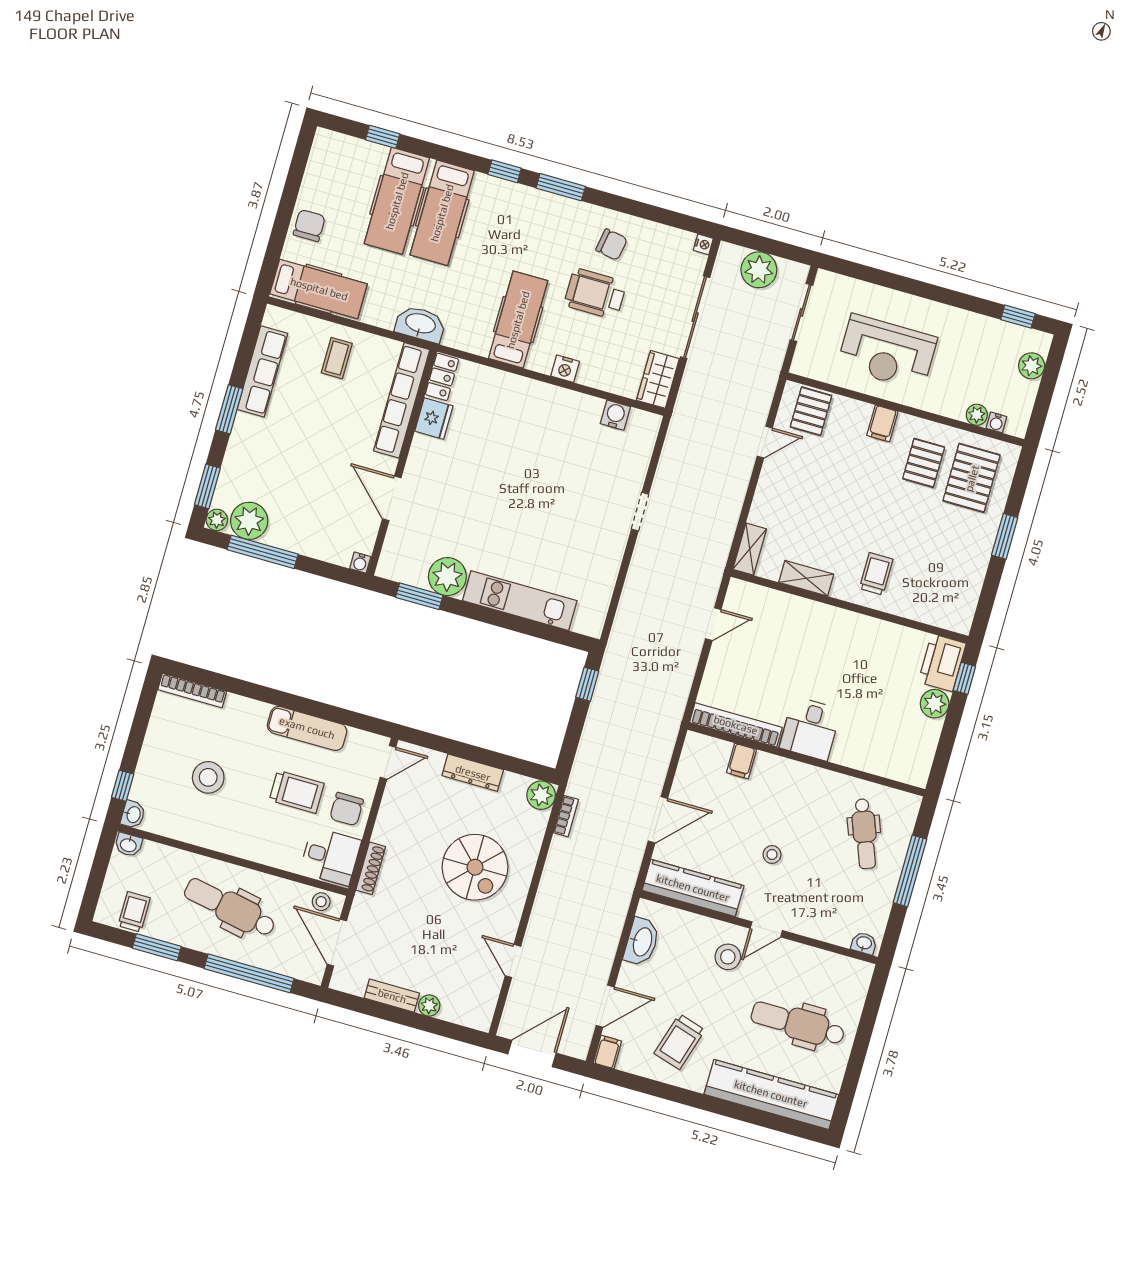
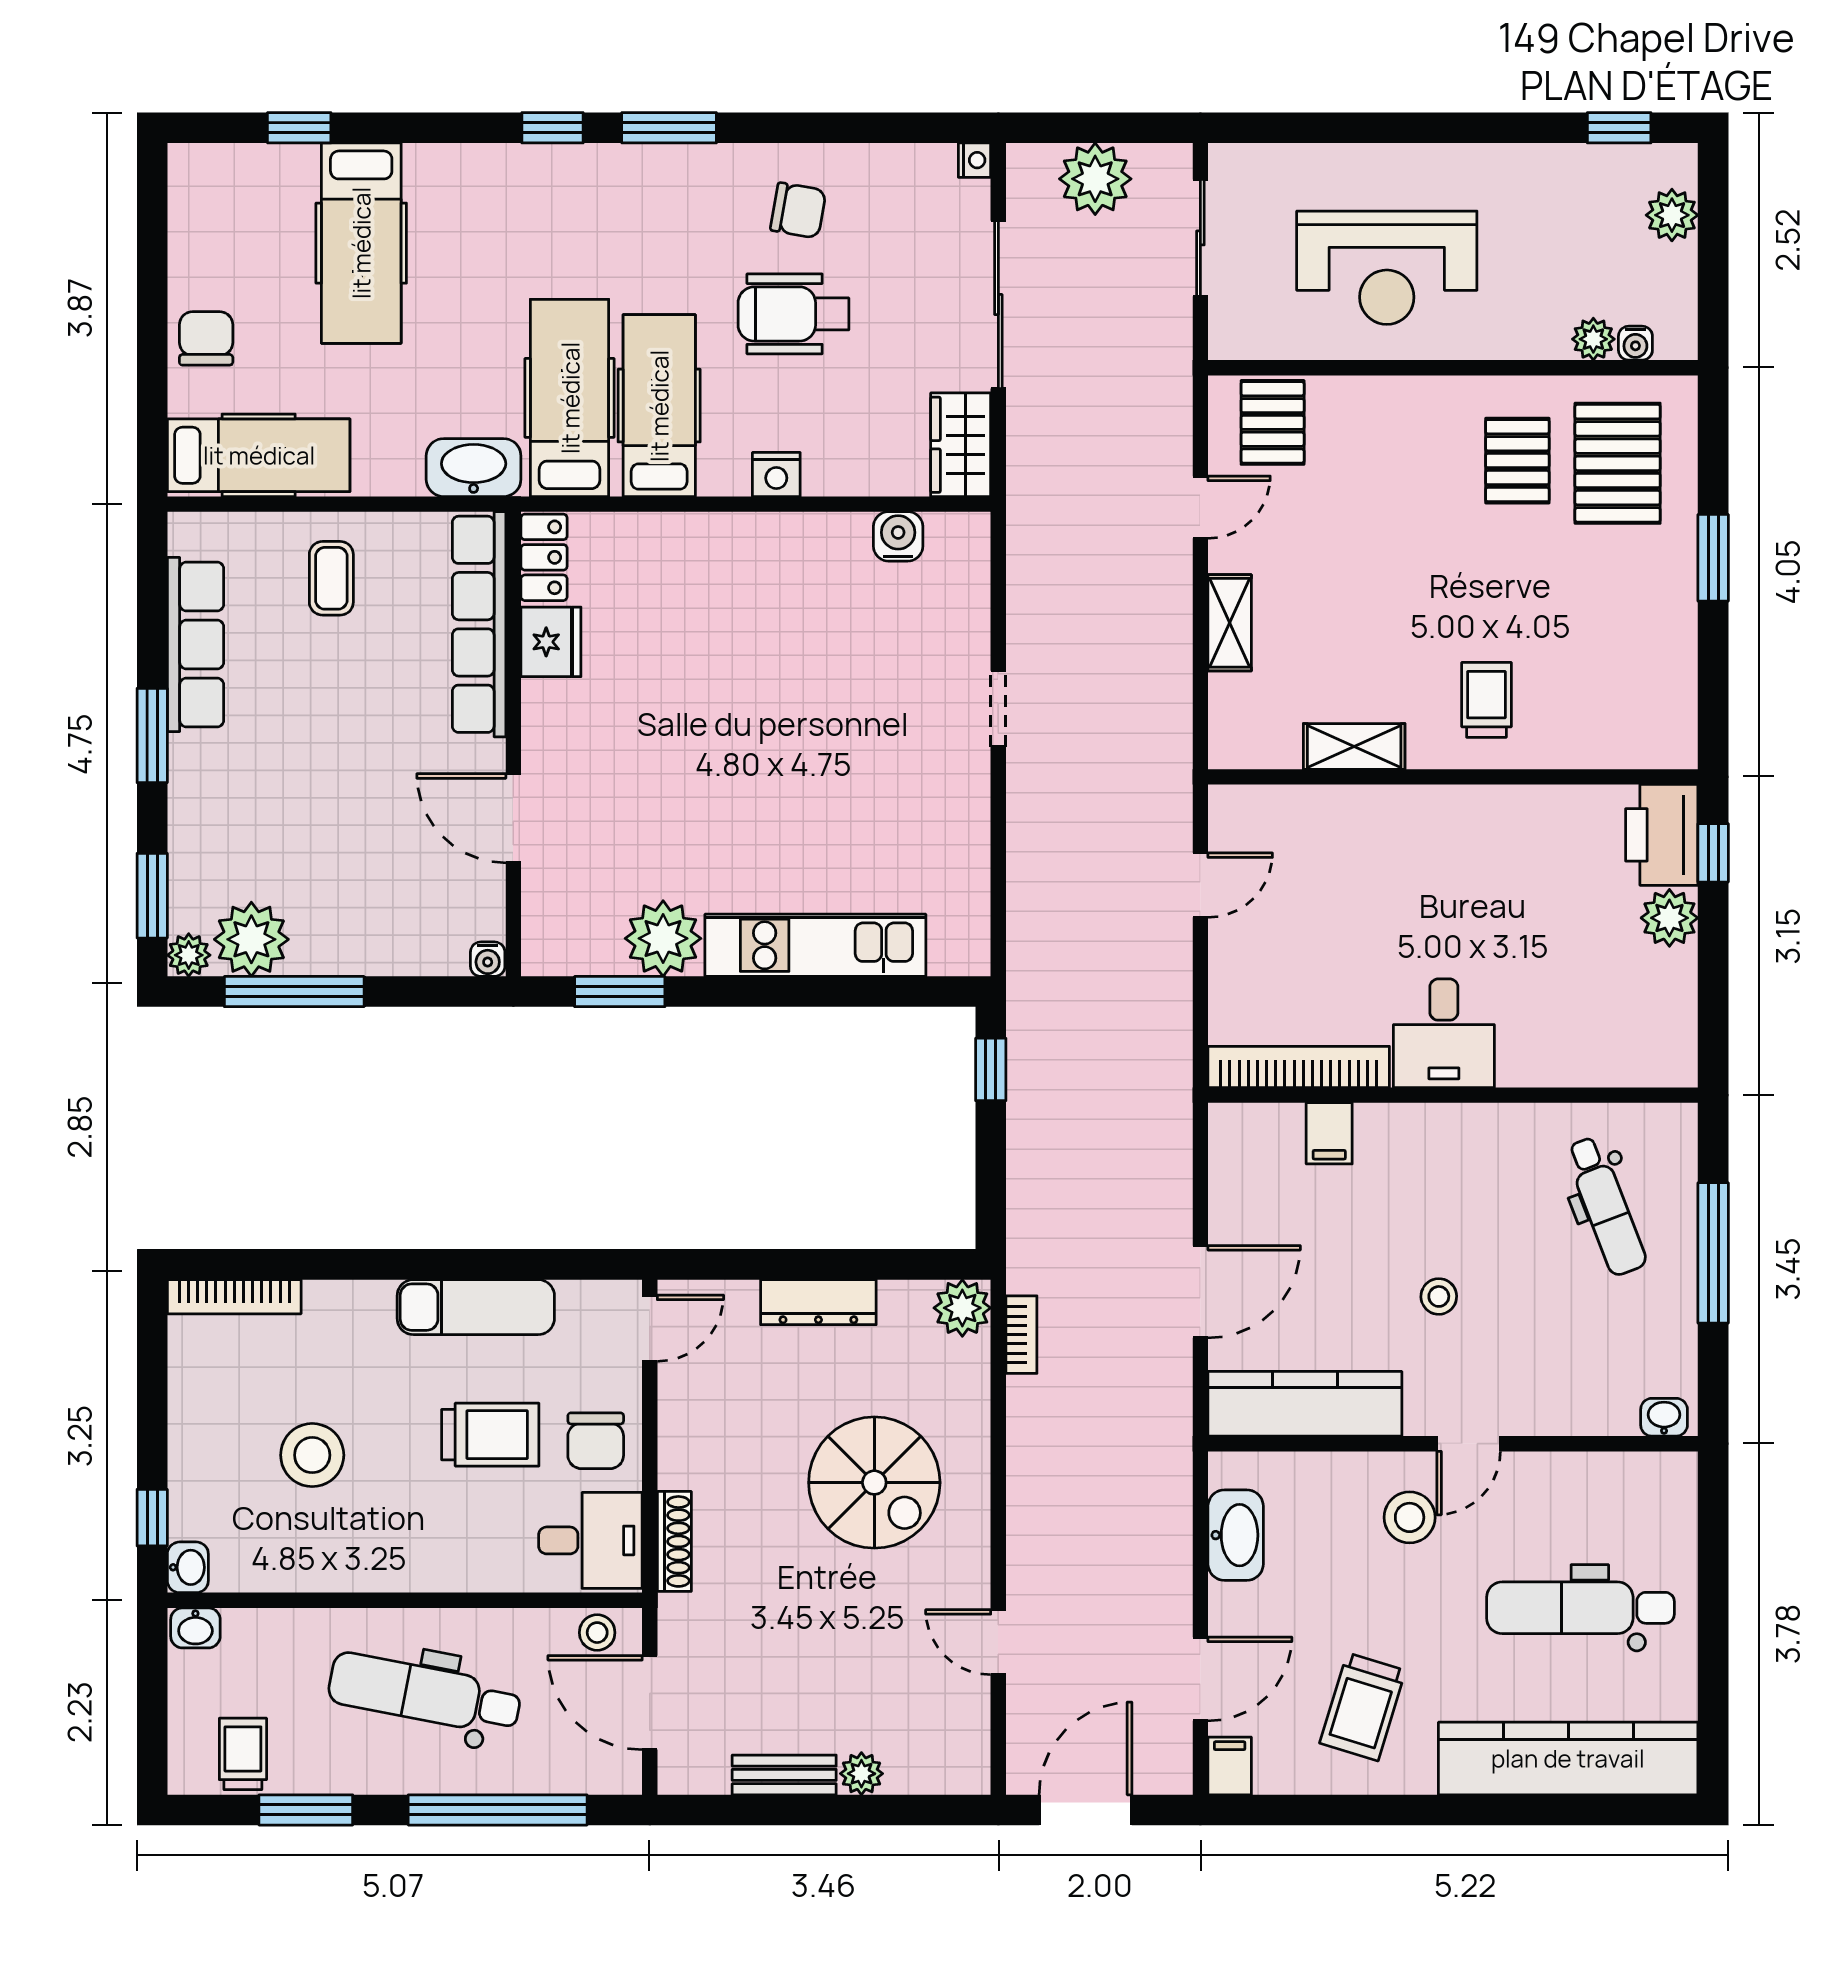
hospital bed: (442, 213) -> (570, 398), moved, turned 180
filing cabinet: (882, 423) -> (1417, 407), removed
shelving: (750, 549) -> (1230, 623), moved

